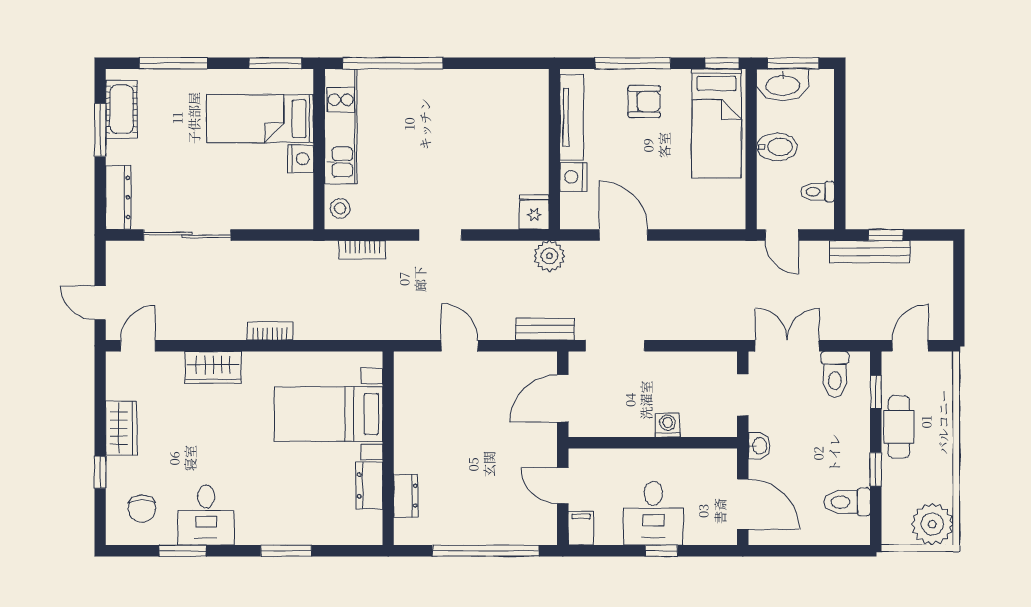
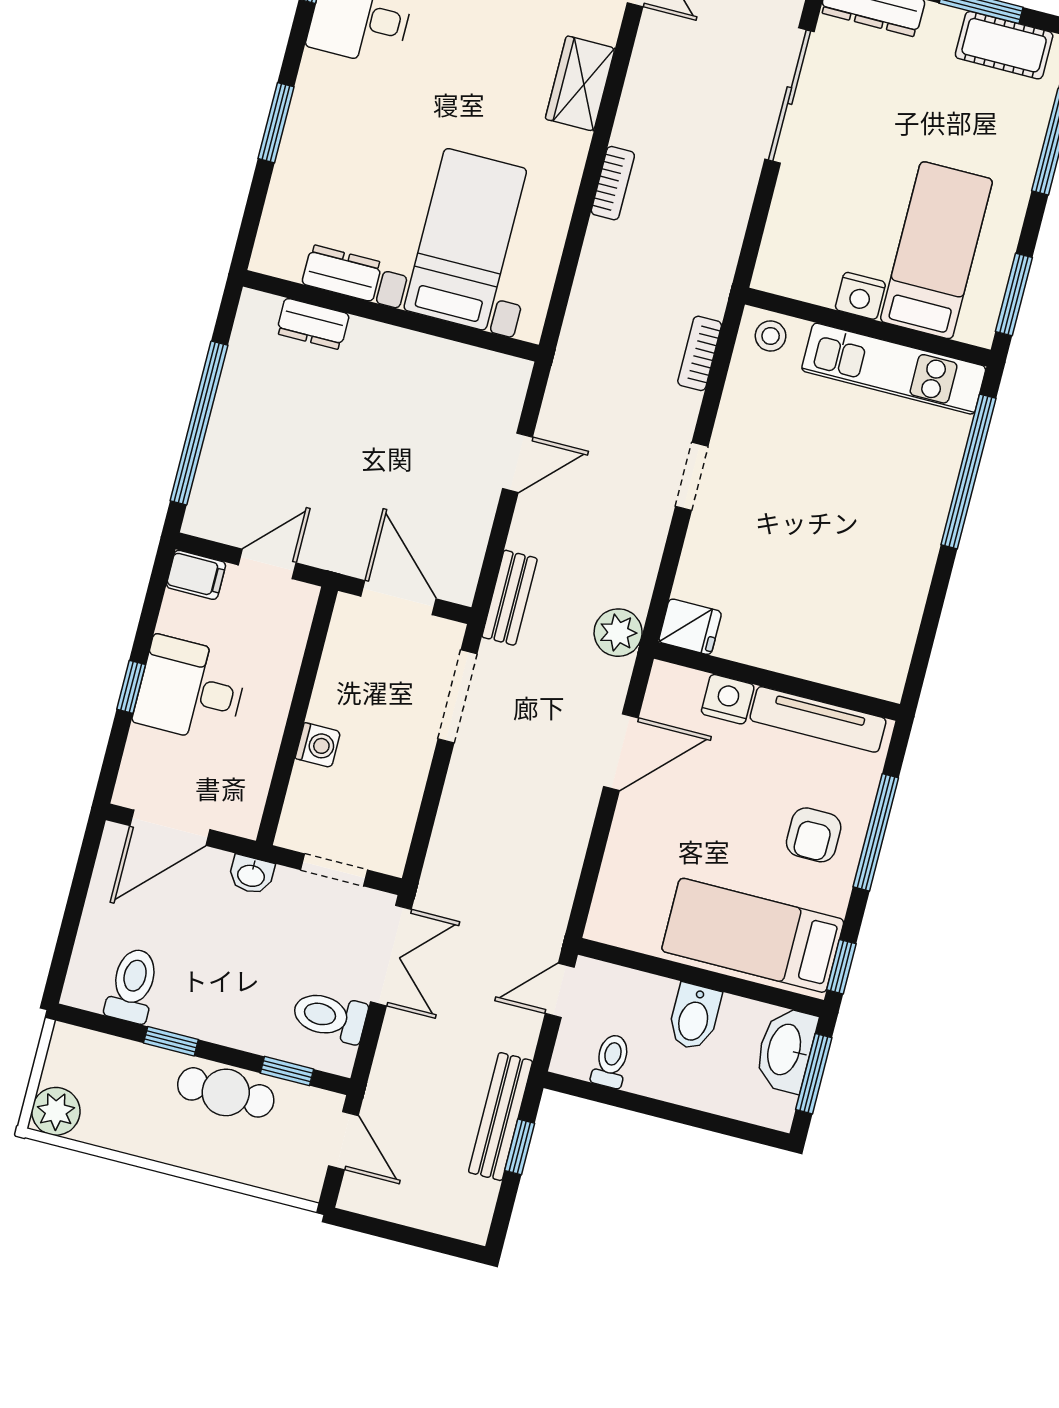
plant: (932, 524) -> (56, 1111), width x0.73, depth x0.73

